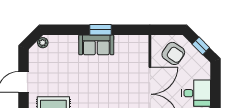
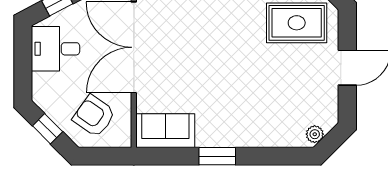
sofa: (96, 45) -> (165, 131), moved

